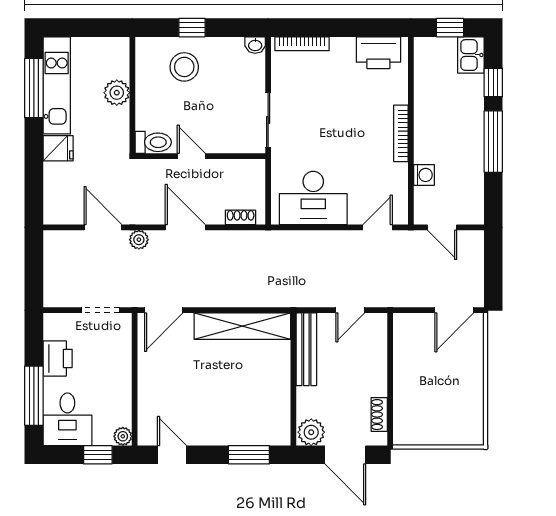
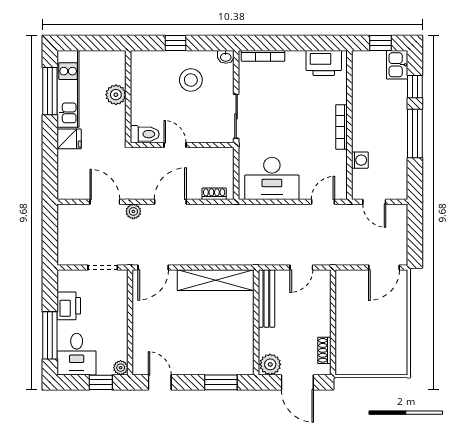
stool: (184, 67) -> (191, 80), moved
door: (185, 227) -> (170, 202), hinge flipped

